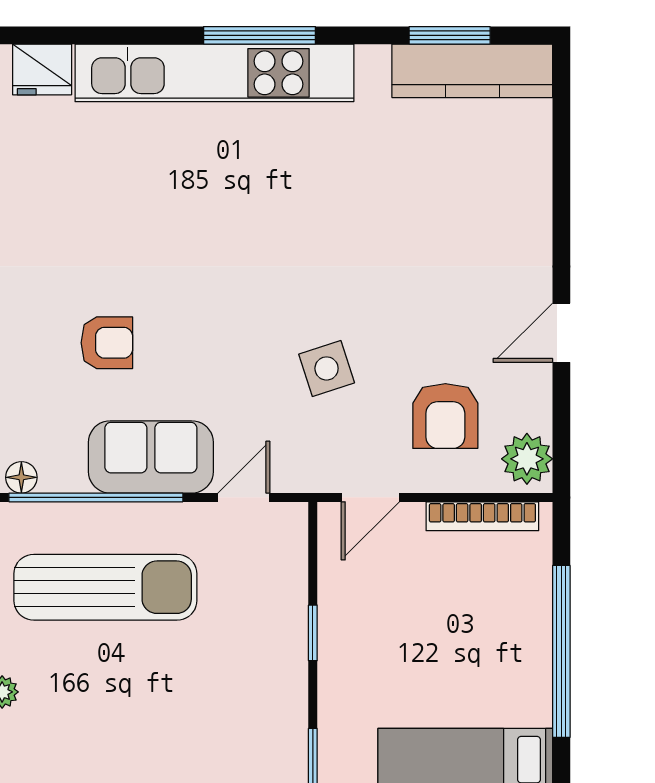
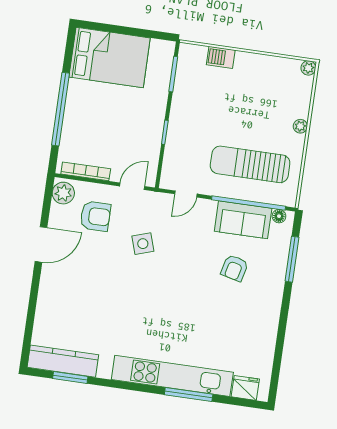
window: (259, 35) -> (189, 395), moved
door: (561, 333) -> (41, 244), width x1.38
armchair: (107, 343) -> (234, 268), turned -76
armchair: (445, 416) -> (95, 216), turned 90
sofa: (151, 457) -> (243, 220), moved

